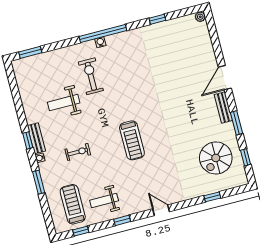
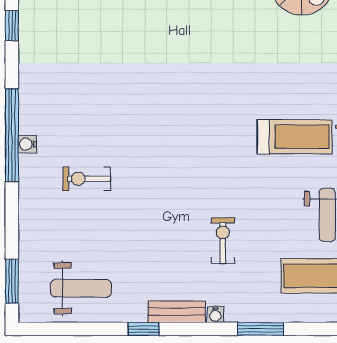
exercise bike: (91, 76) -> (87, 179), width x0.73, depth x0.72
weight bench: (64, 103) -> (81, 288), moved, turned -90
window: (28, 140) -> (144, 329), moved
treadmill: (132, 140) -> (295, 137), moved

